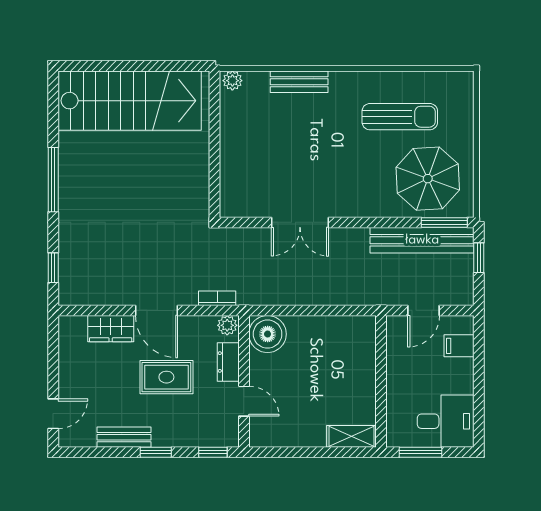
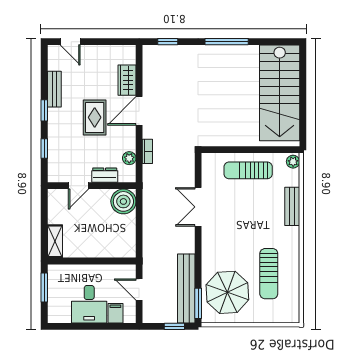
sun lounger: (246, 148) -> (248, 170), added
boiler: (268, 334) -> (123, 201), moved
dresser: (228, 362) -> (105, 175), moved
wall: (244, 381) -> (92, 186), moved
door: (244, 401) -> (78, 186), moved
desk: (446, 421) -> (89, 304), moved

